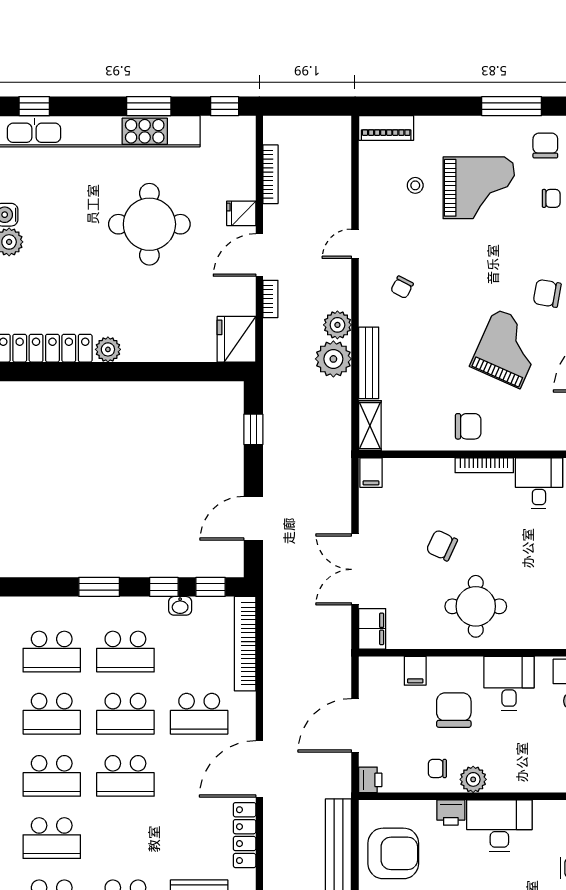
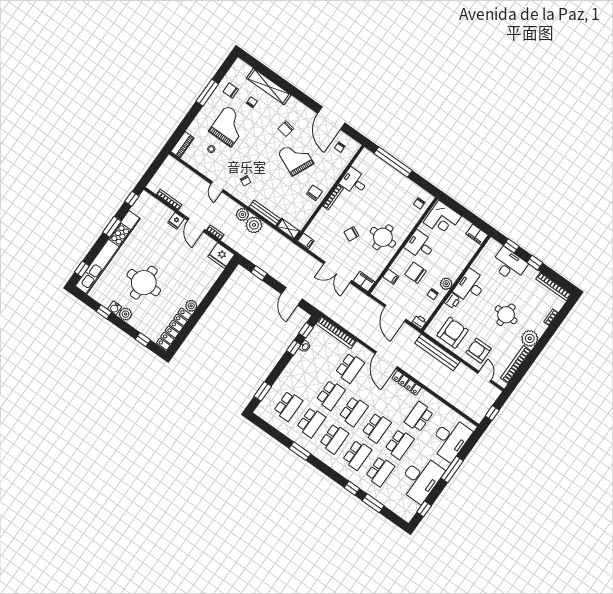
round table: (149, 224) -> (144, 283), moved
window: (99, 587) -> (263, 391), moved
school desk: (125, 652) -> (377, 428), moved

